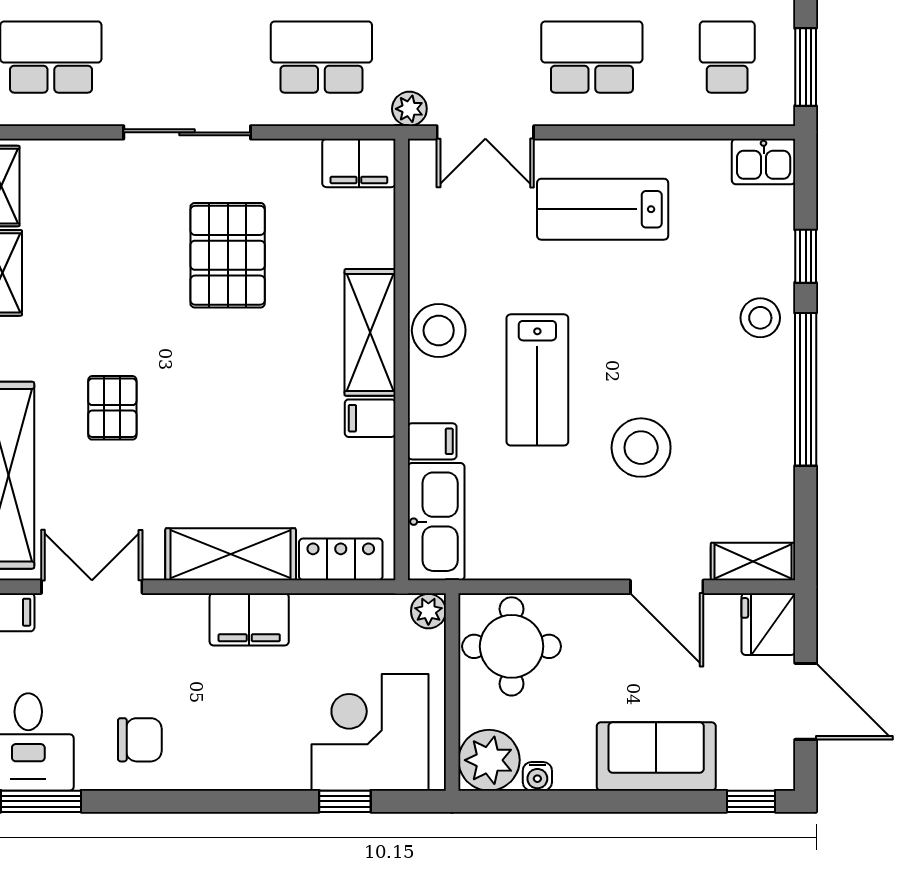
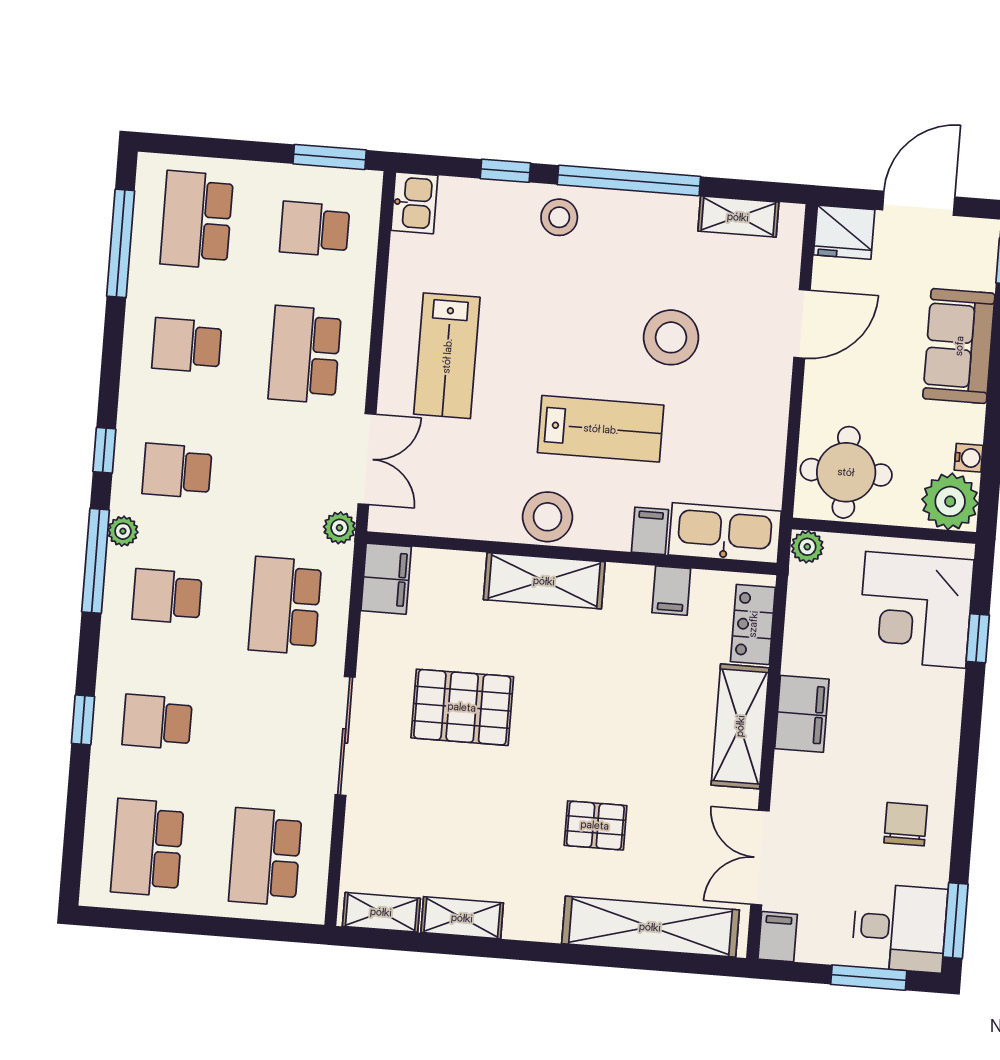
filing cabinet: (370, 418) -> (671, 591), moved
shelving: (753, 561) -> (738, 217), moved, turned 90

